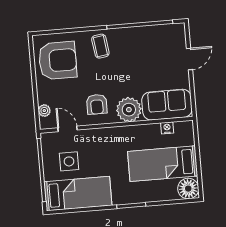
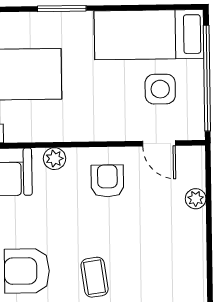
armchair: (58, 61) -> (27, 271), moved, width x0.73, depth x0.73
plant: (129, 110) -> (54, 159), width x0.53, depth x0.53
plant: (44, 111) -> (196, 199), moved

